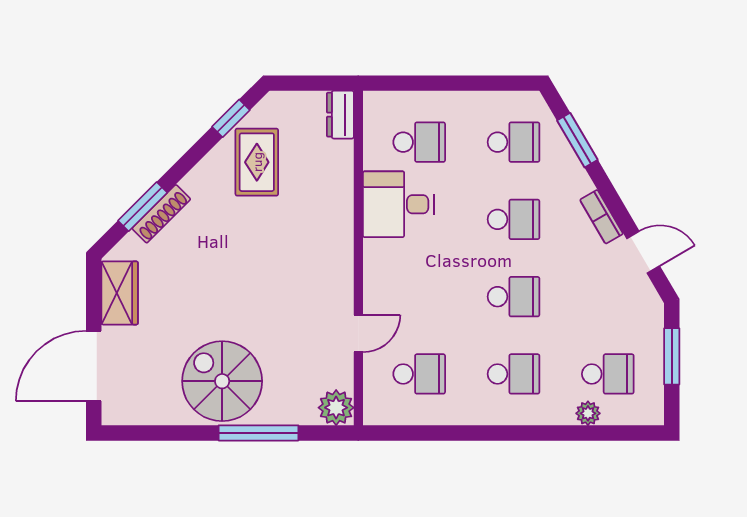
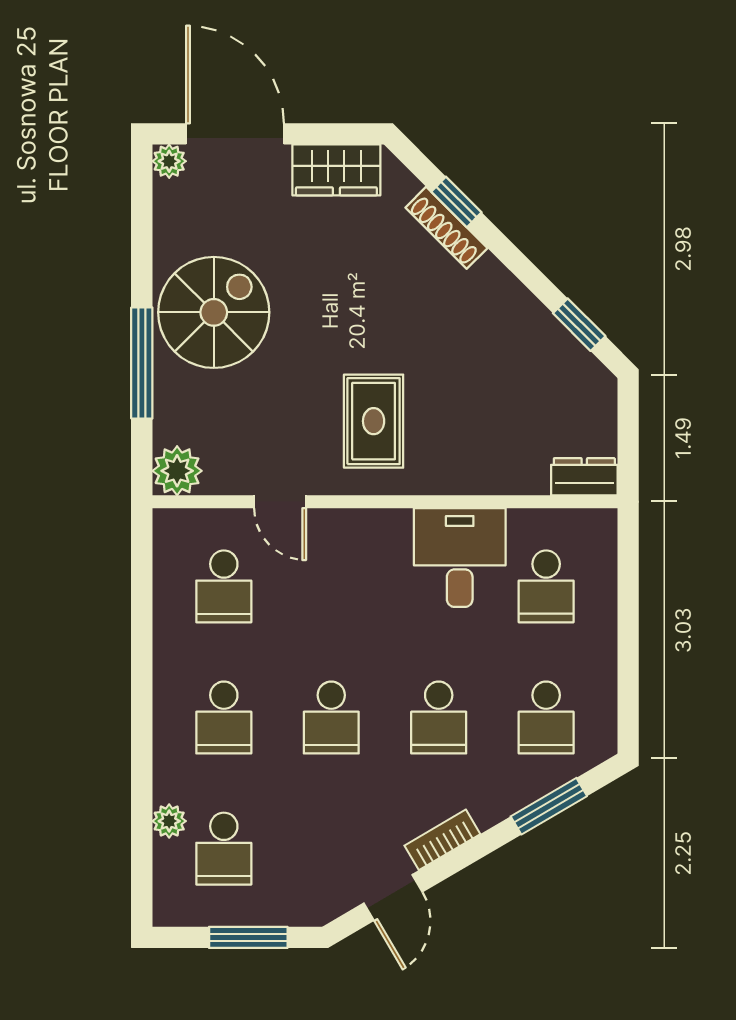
rug: (257, 162) -> (374, 421), moved, turned 90
window: (143, 207) -> (456, 202), width x0.67
plant: (113, 413) -> (169, 161), added

